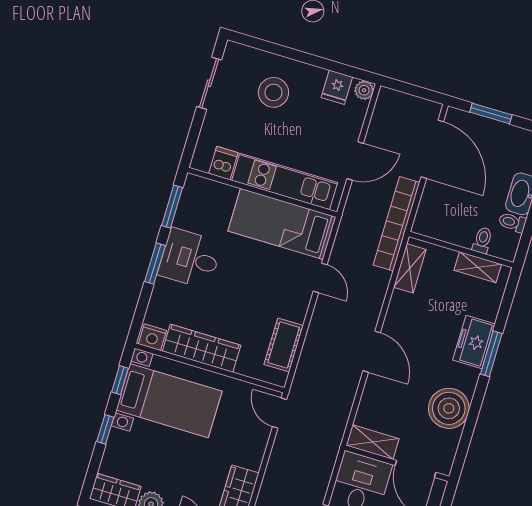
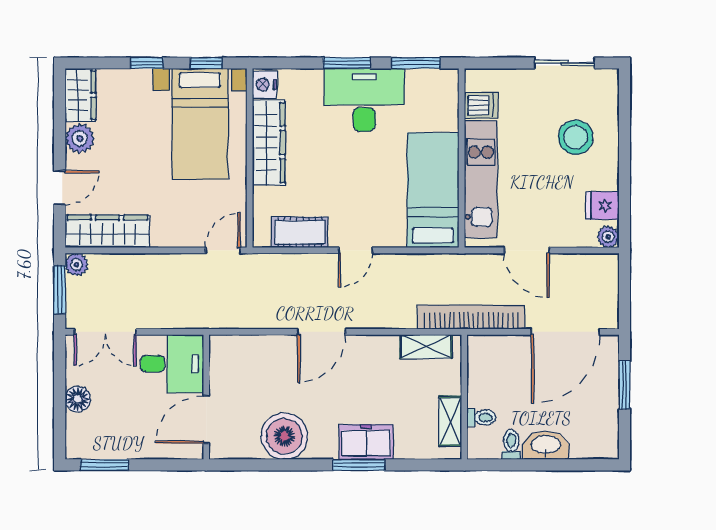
desk: (190, 258) -> (364, 100), width x1.37
door: (320, 278) -> (355, 250), moved
shelving: (372, 442) -> (222, 363), removed

